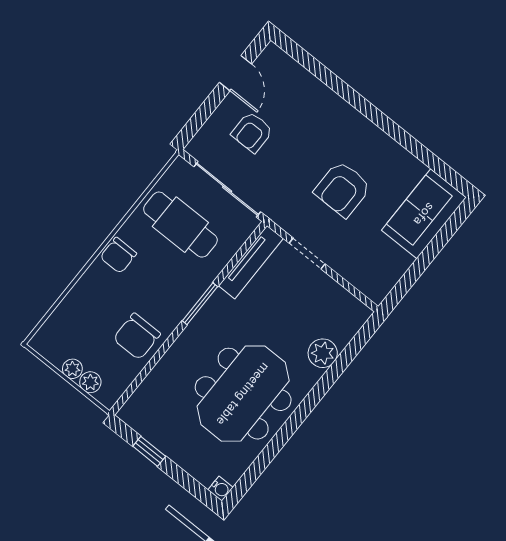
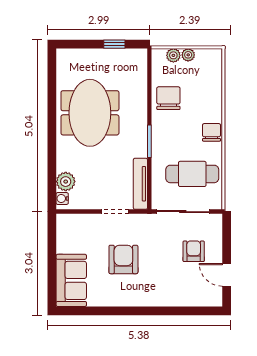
plant: (323, 353) -> (66, 182), moved
water cooler: (221, 489) -> (62, 199), moved

